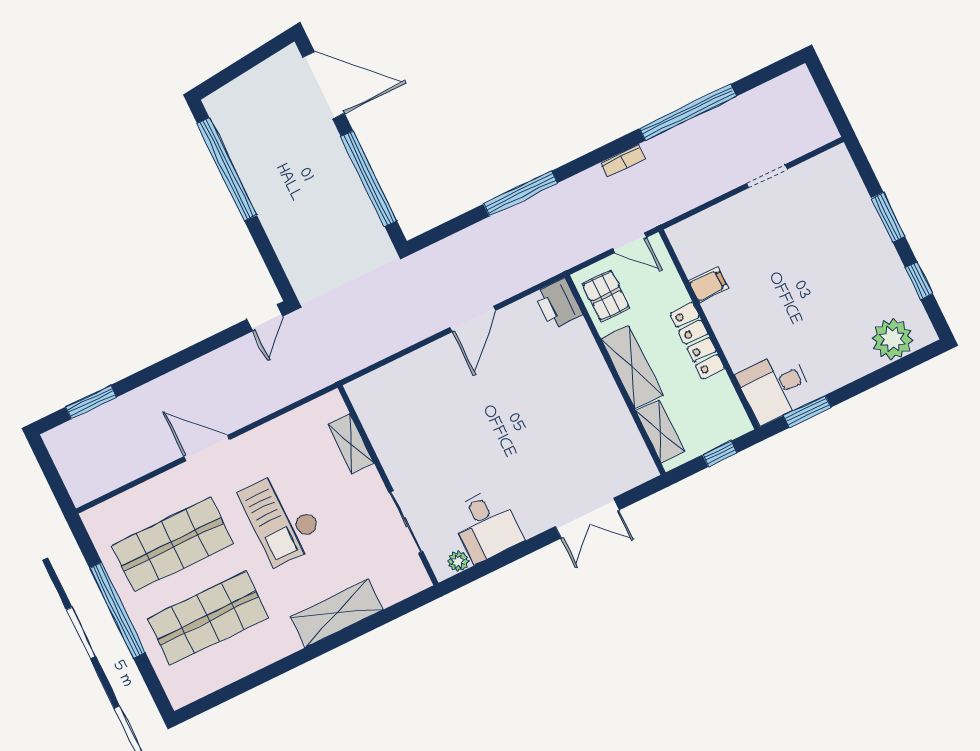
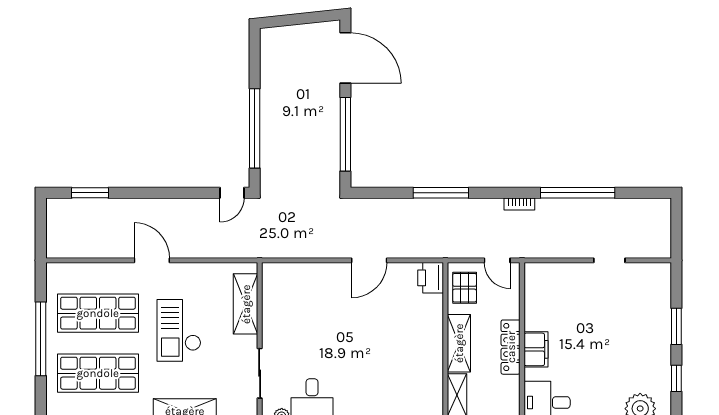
window: (227, 169) -> (255, 128), moved
filing cabinet: (709, 285) -> (536, 349), moved, width x2.00
shelving: (351, 444) -> (246, 304), width x1.50, depth x1.33

